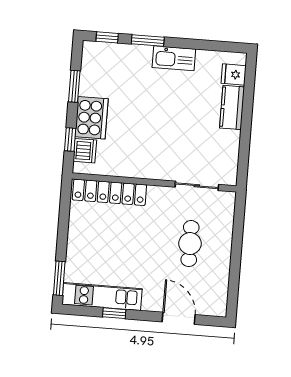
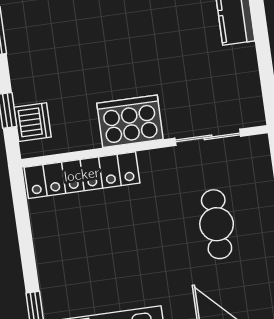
cooker: (92, 118) -> (130, 121), moved, turned -90

